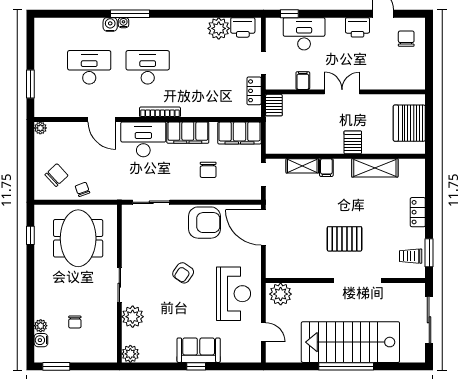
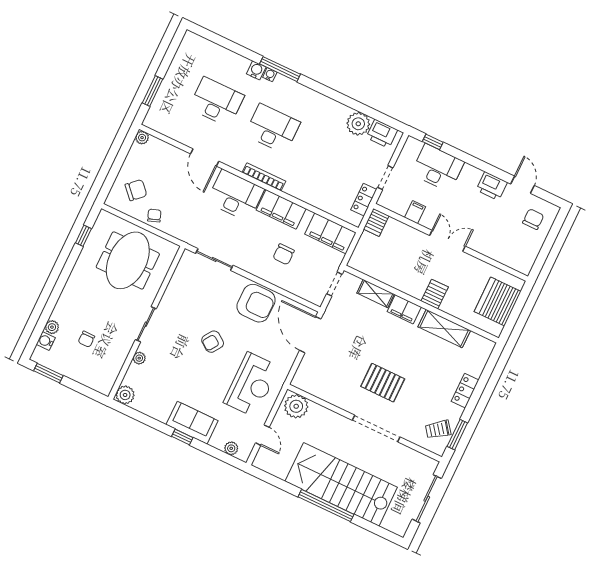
filing cabinet: (326, 168) -> (404, 309), width x2.00
trolley: (411, 256) -> (438, 429), turned -37
plant: (133, 317) -> (139, 358), width x0.53, depth x0.53
plant: (242, 356) -> (231, 448), added

